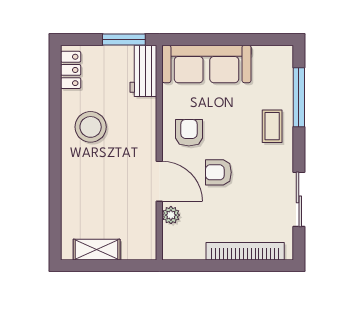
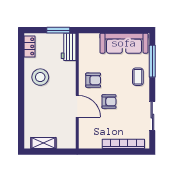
sofa: (206, 64) -> (124, 43), moved
armchair: (189, 133) -> (93, 80), turned 90
armchair: (218, 172) -> (109, 101), turned 180
plant: (171, 215) -> (83, 124), removed

